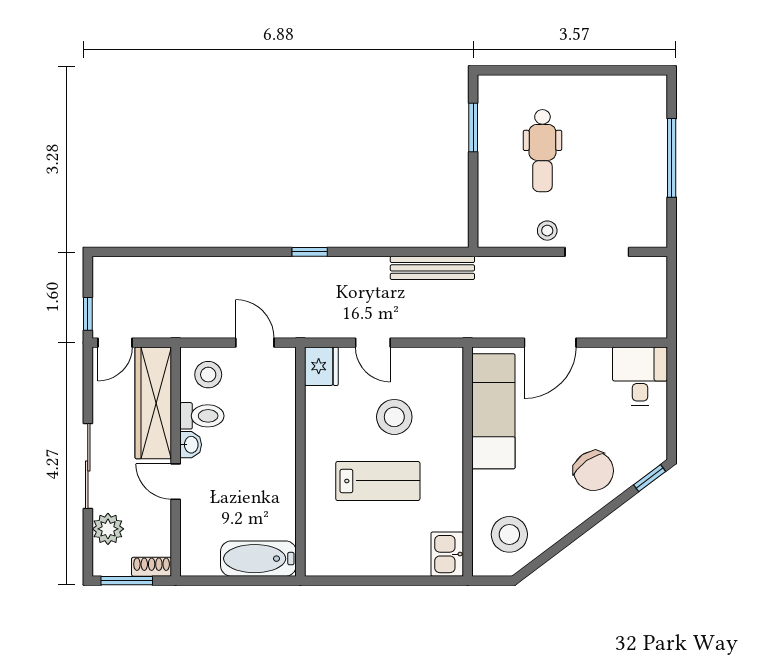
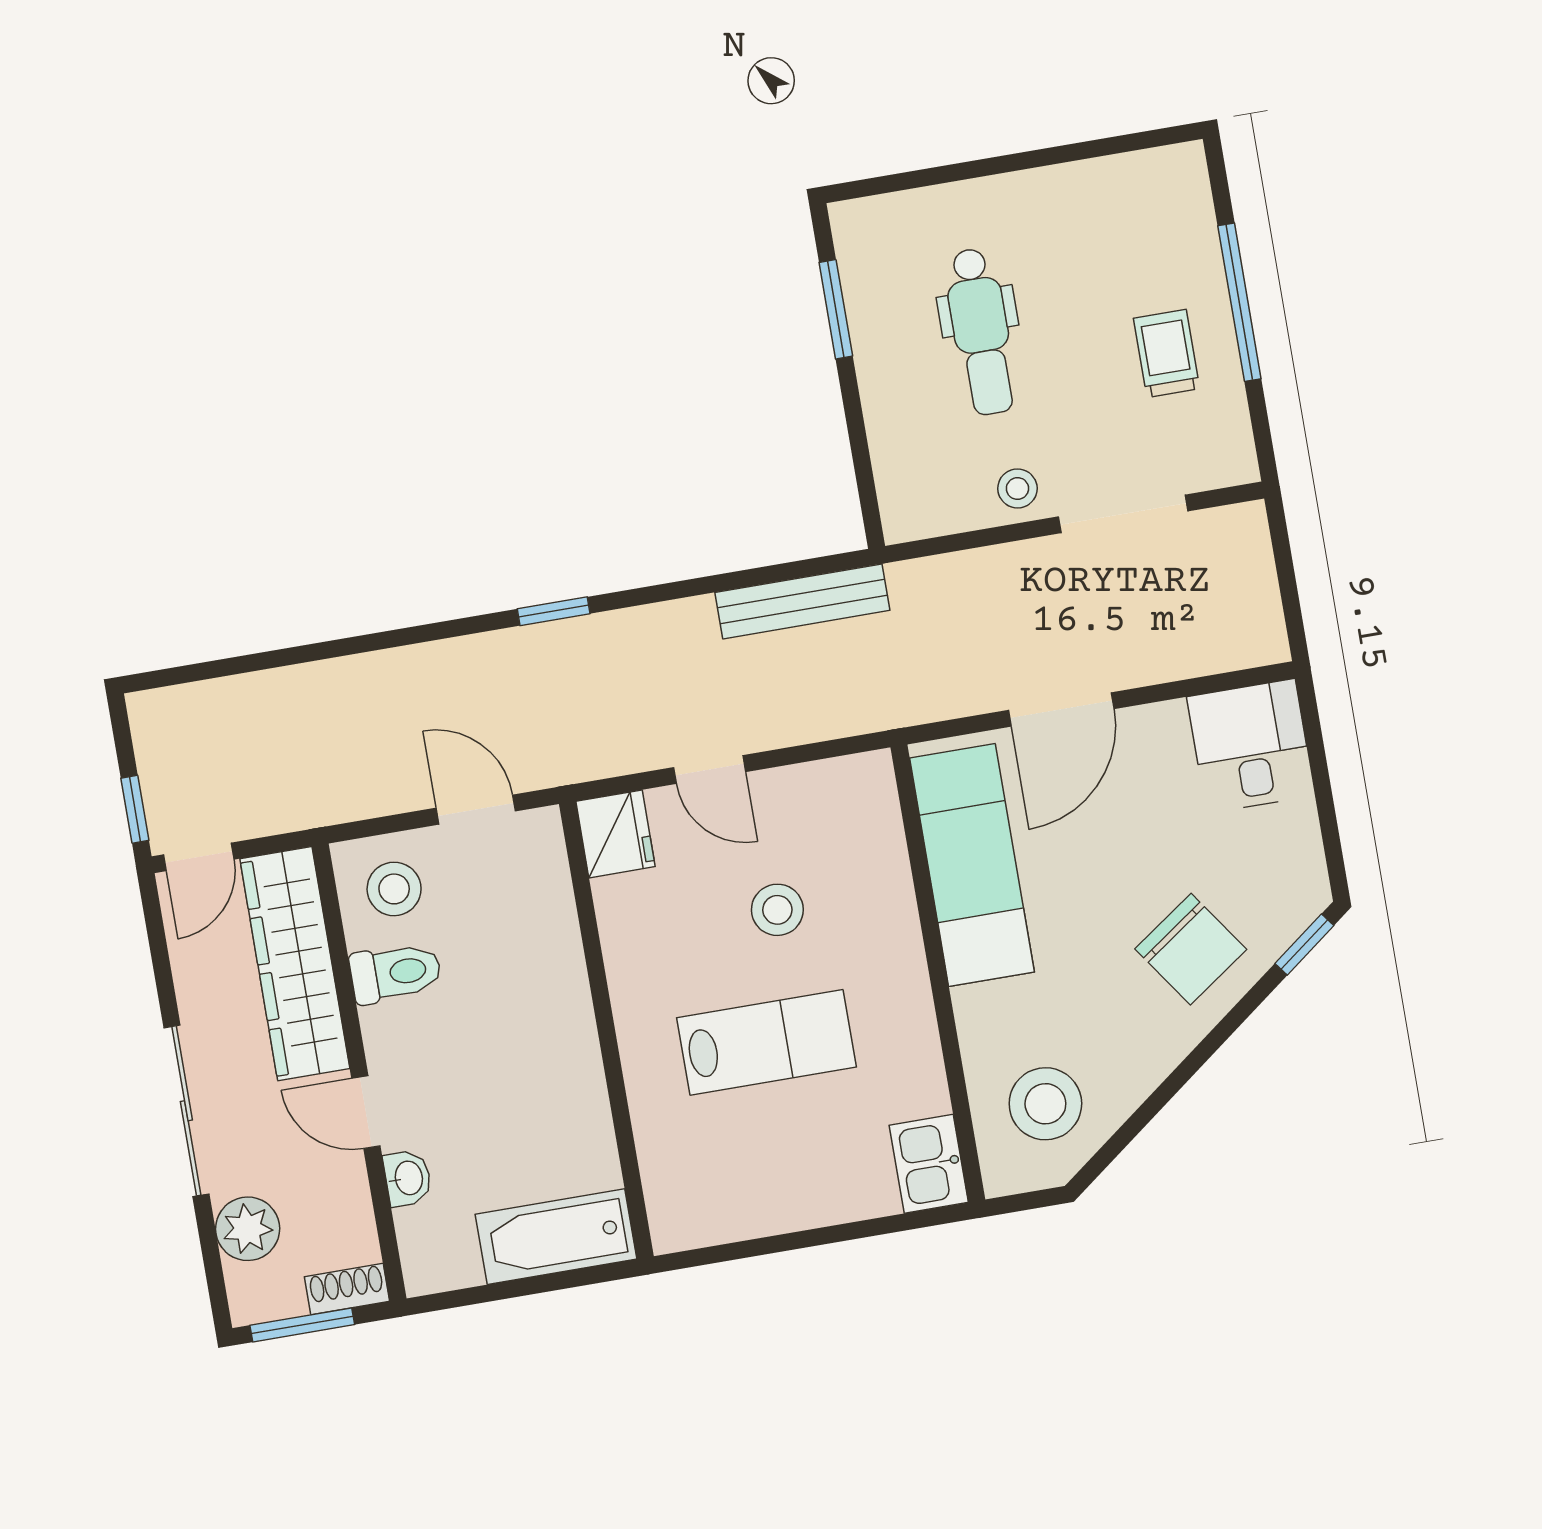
trolley: (632, 177) -> (1167, 353), added
stool: (394, 417) -> (777, 910), width x0.73, depth x0.73
washbasin: (191, 445) -> (408, 1178), moved

